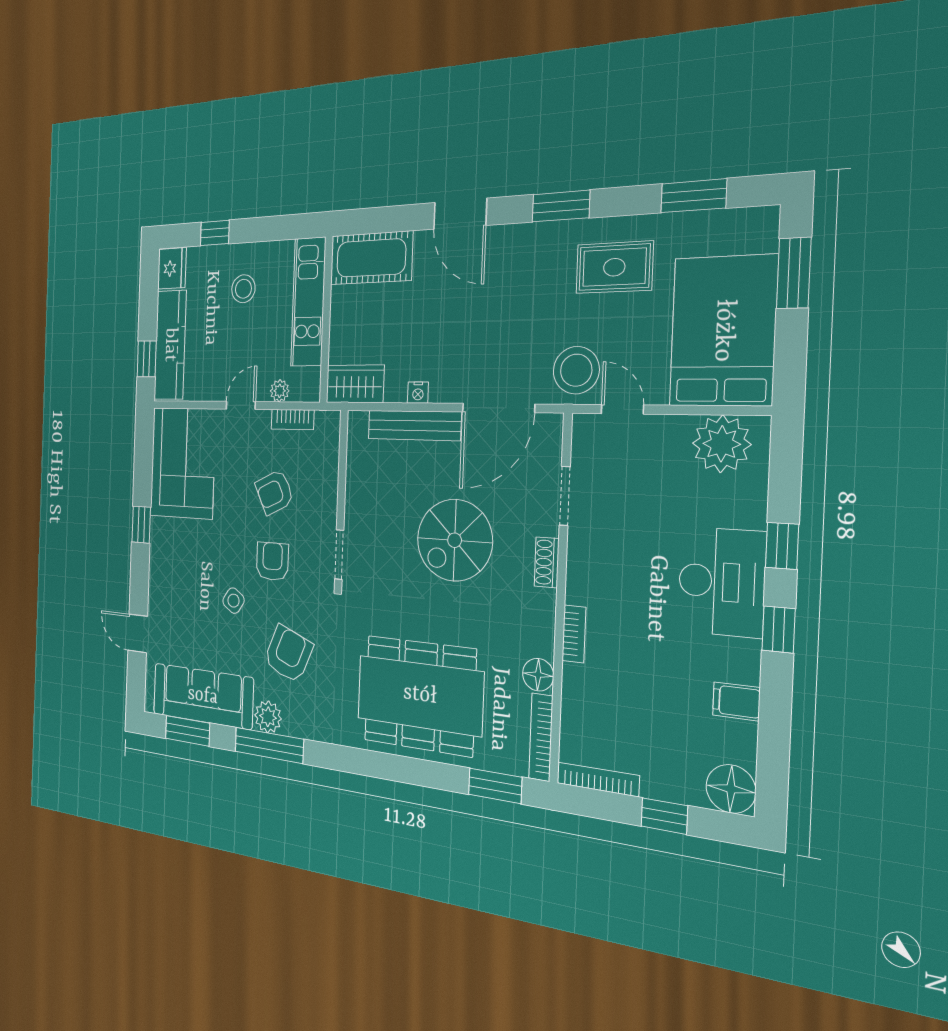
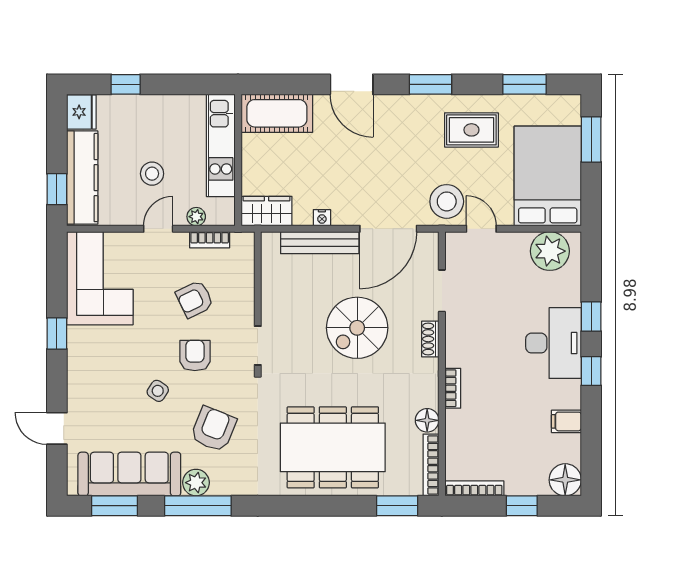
stool: (243, 289) -> (152, 174), moved

